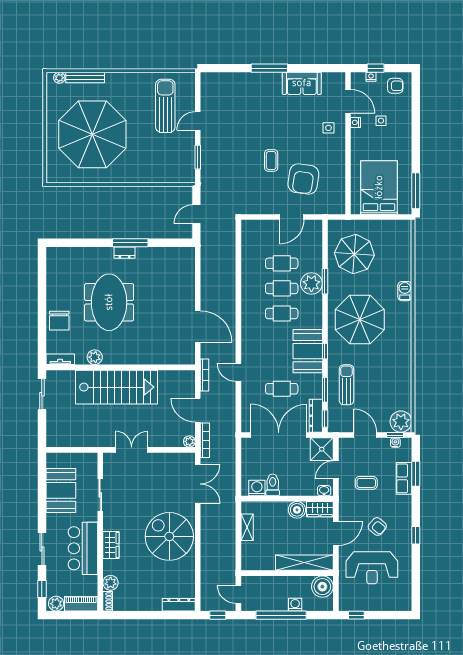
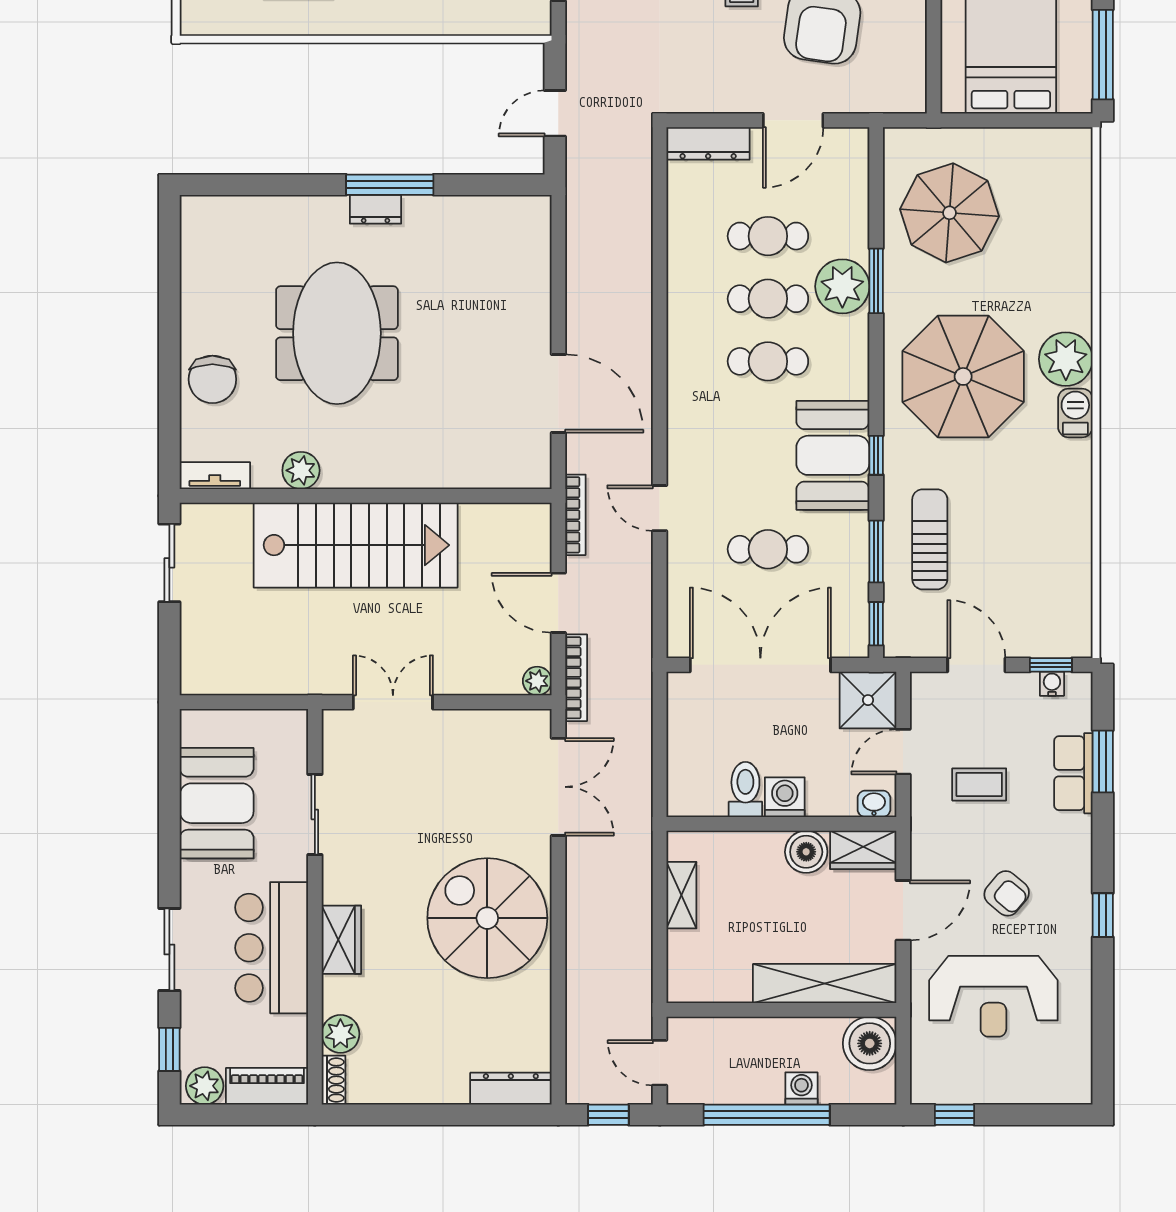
barbecue: (405, 291) -> (1075, 413), moved
dresser: (316, 416) -> (708, 143), moved, turned -90
plant: (401, 422) -> (1066, 359), moved
washing machine: (257, 488) -> (785, 797), moved

